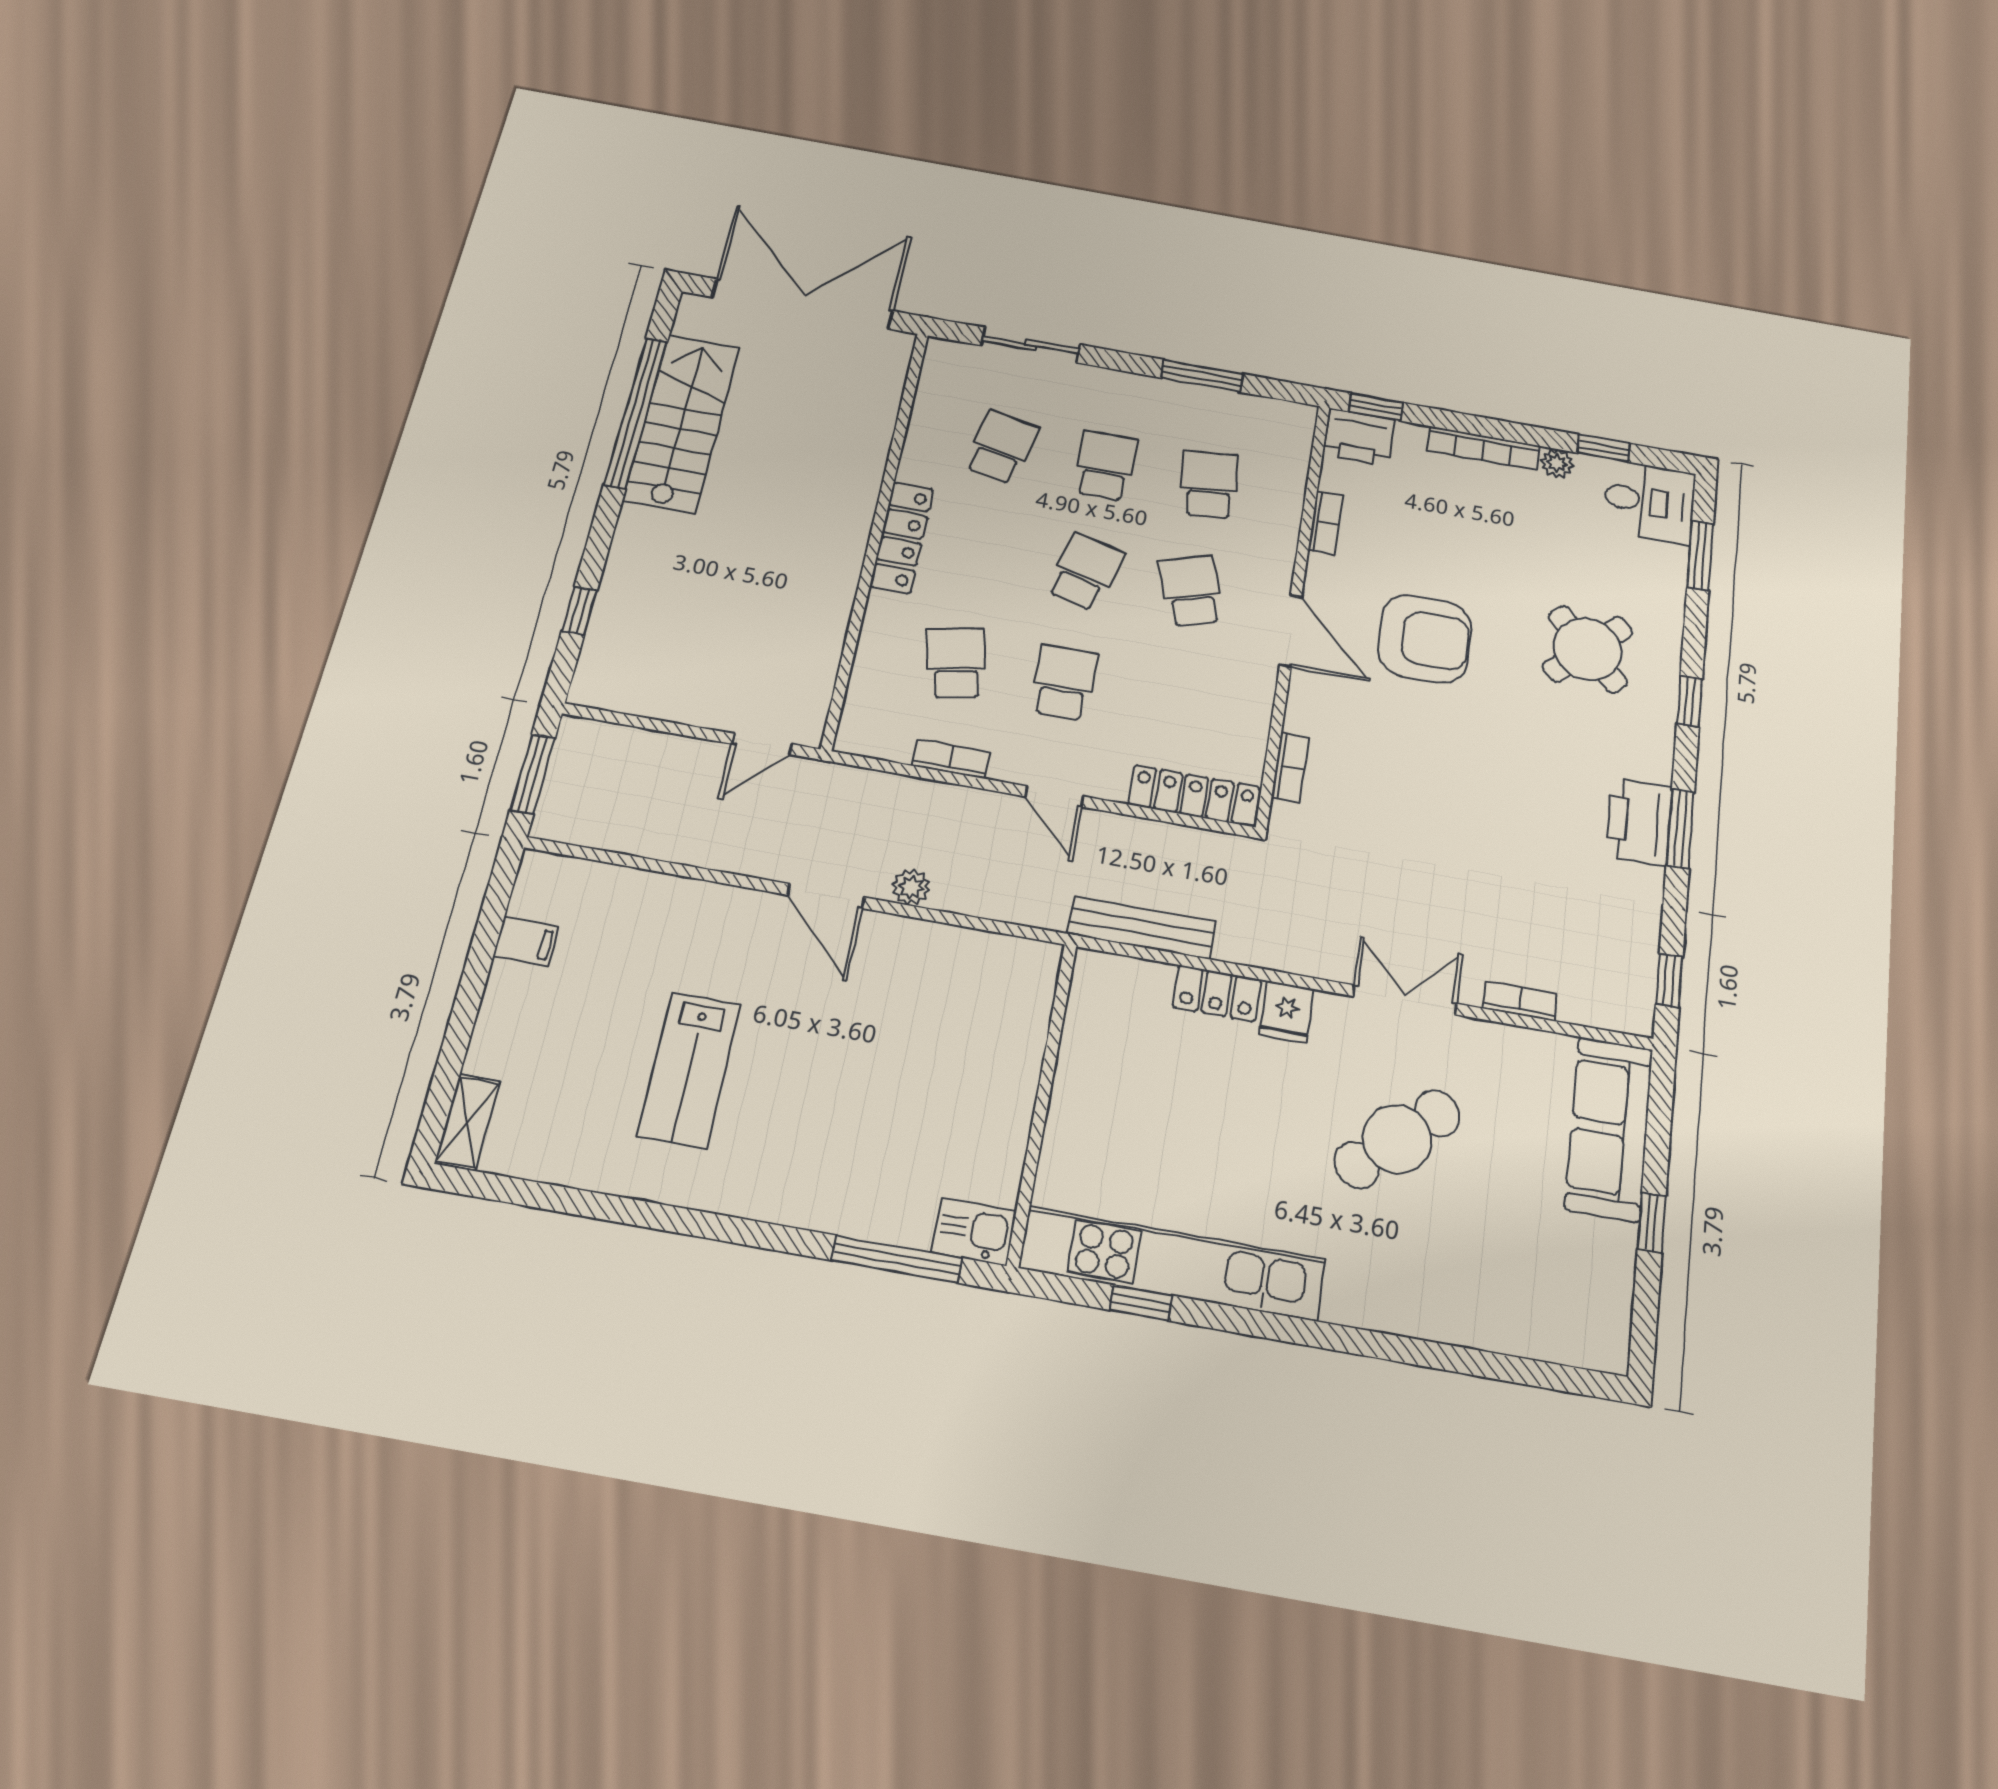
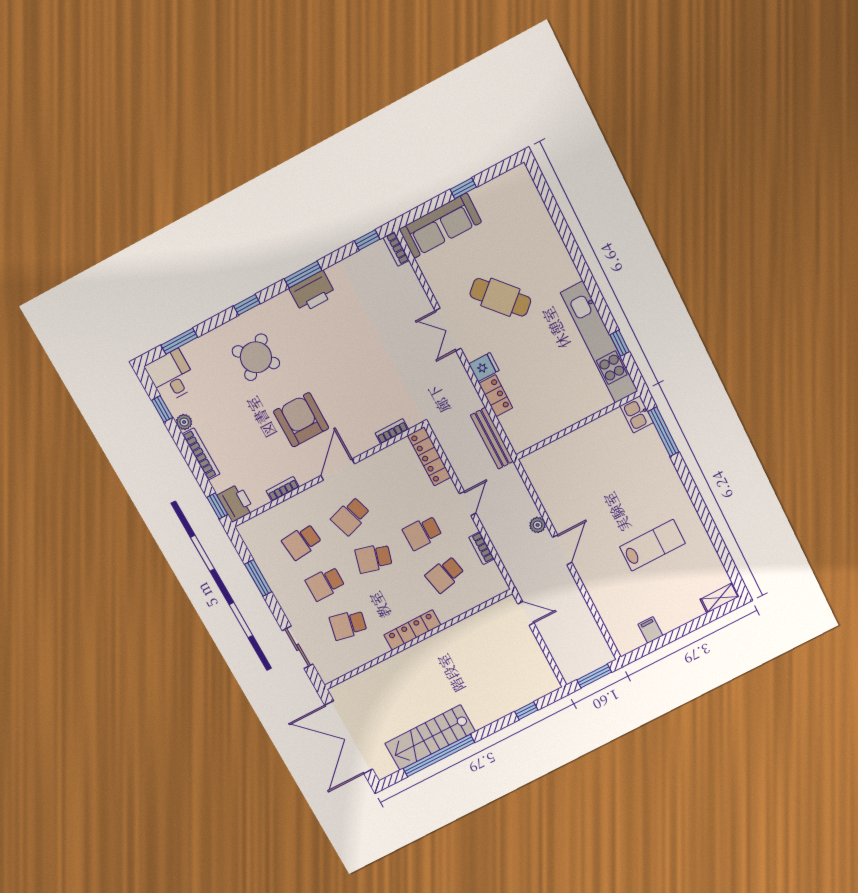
bookcase: (1520, 1001) -> (396, 249), moved

